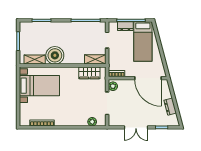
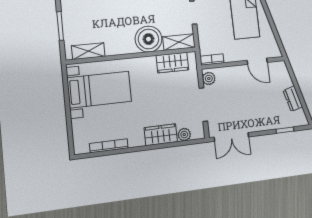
boiler: (55, 55) -> (148, 39), moved
door: (148, 78) -> (257, 61), width x0.53
wardrobe: (77, 120) -> (161, 135), added
double door: (136, 127) -> (231, 137), moved

